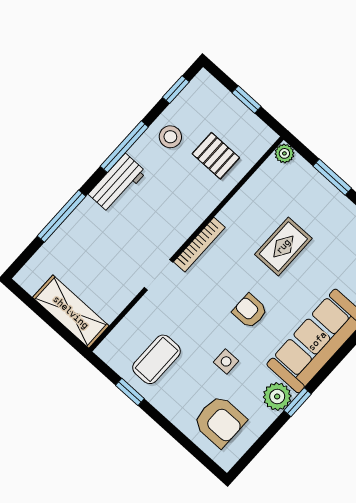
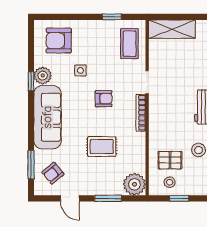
stool: (240, 130) -> (170, 182), added
plant: (284, 153) -> (134, 184), width x1.88, depth x1.88
rug: (283, 246) -> (102, 147), turned 90
armchair: (250, 311) -> (104, 99), moved
coffee table: (157, 359) -> (130, 44), moved

